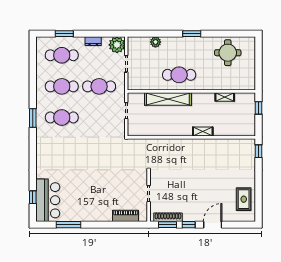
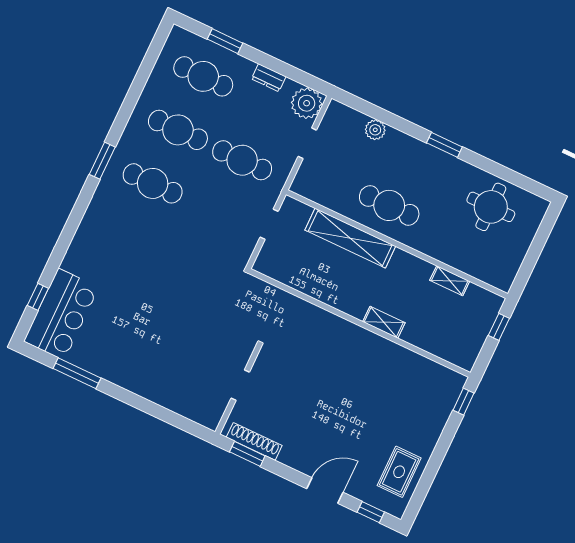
piano: (126, 216) -> (182, 404), removed
window: (189, 225) -> (371, 512), moved

